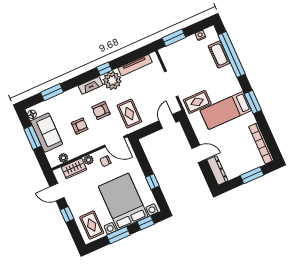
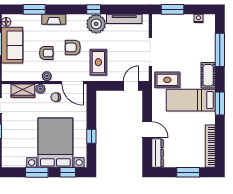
cot: (219, 54) -> (208, 75), moved
window: (232, 55) -> (220, 50), width x0.68
fireplace: (91, 85) -> (54, 19), moved
plant: (63, 158) -> (47, 76), moved
rug: (92, 225) -> (16, 152), removed

